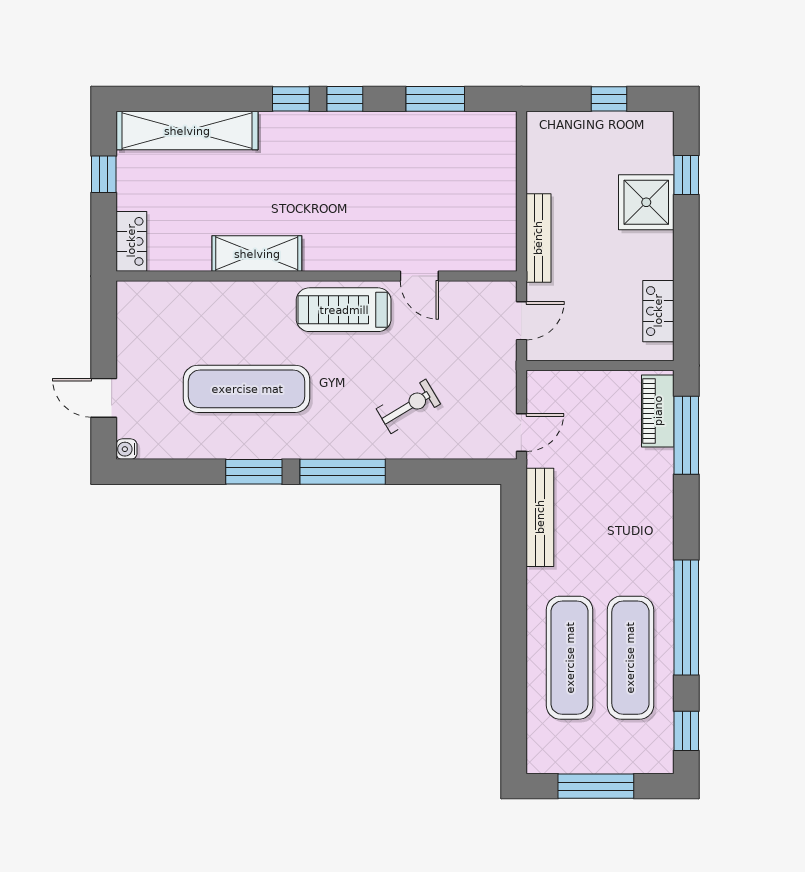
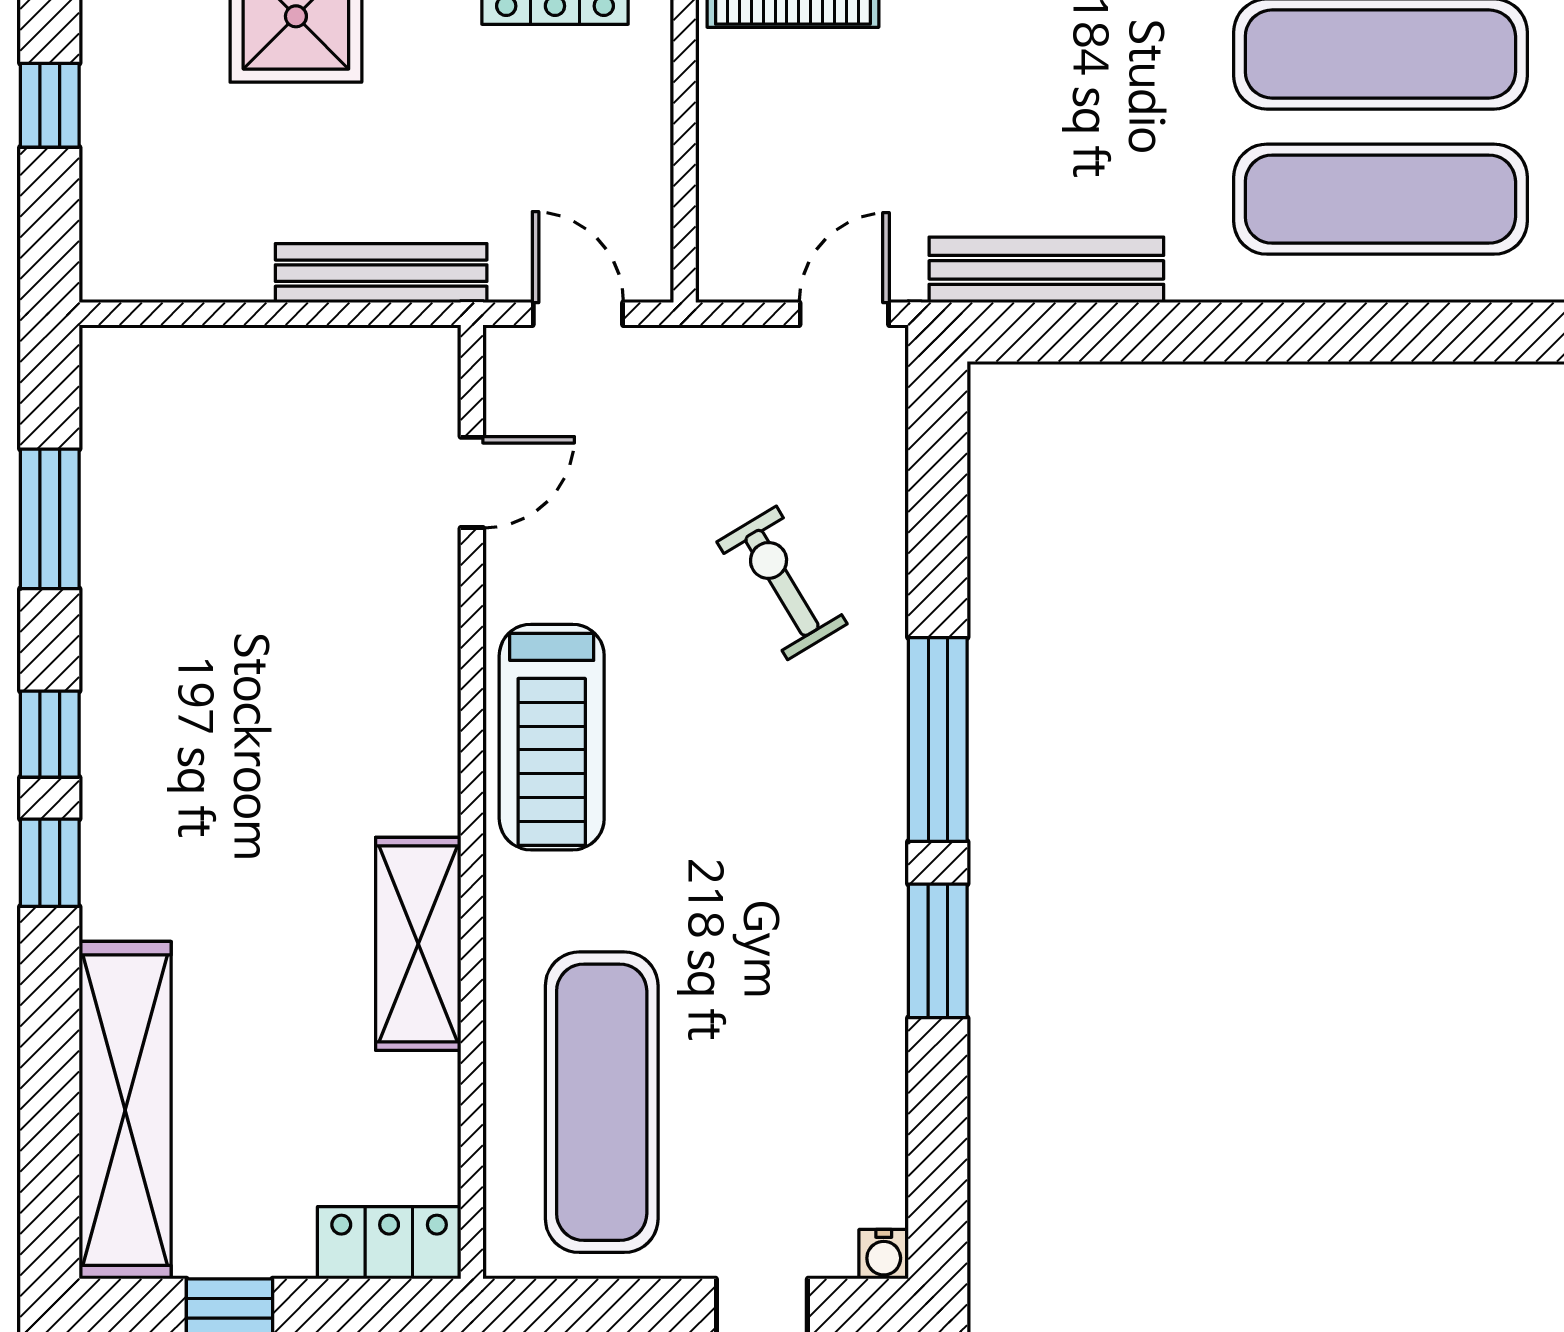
door: (419, 276) -> (472, 482), moved
exercise mat: (247, 389) -> (602, 1102), moved
door: (521, 433) -> (844, 314), hinge flipped

